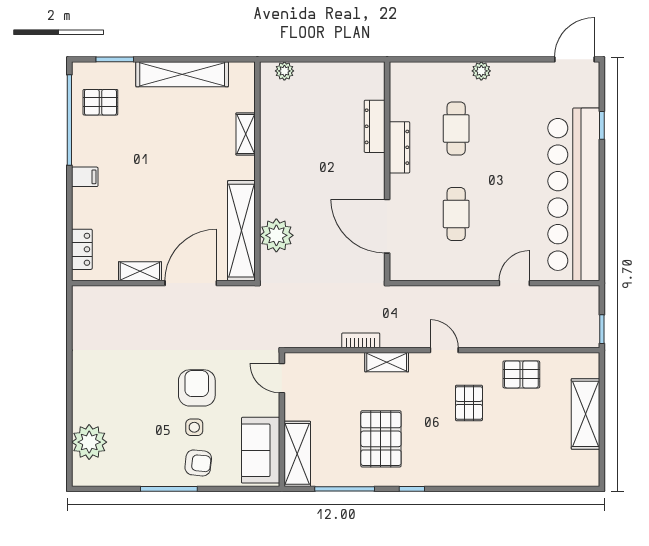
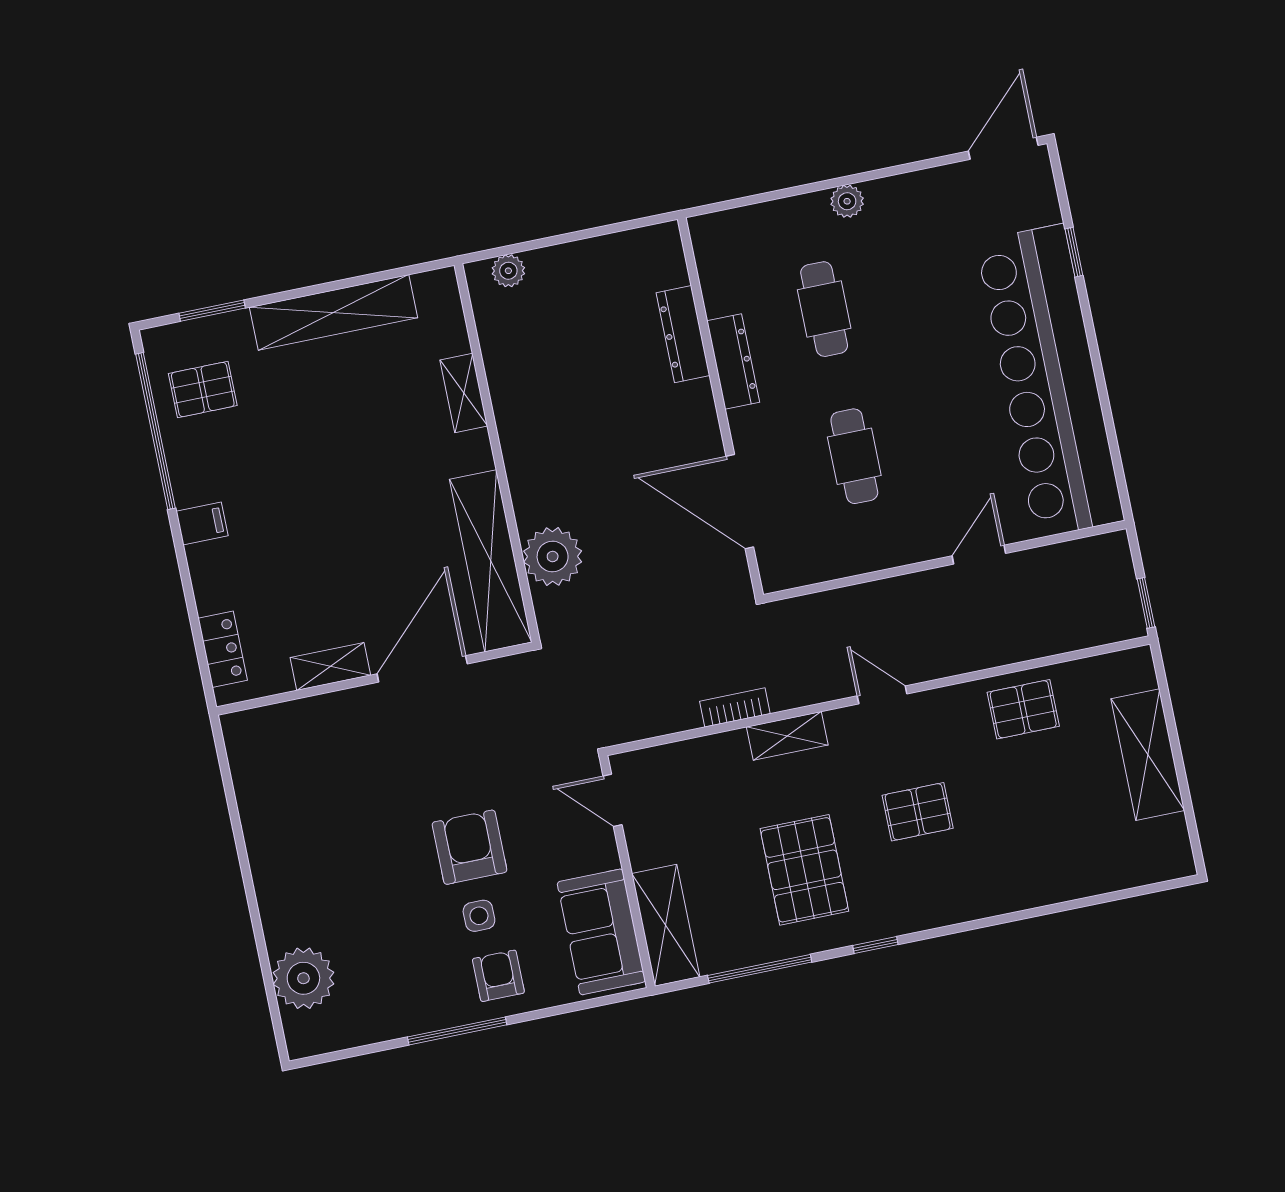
pallet: (469, 403) -> (918, 812), moved, turned 90
armchair: (198, 463) -> (498, 976), turned -96

